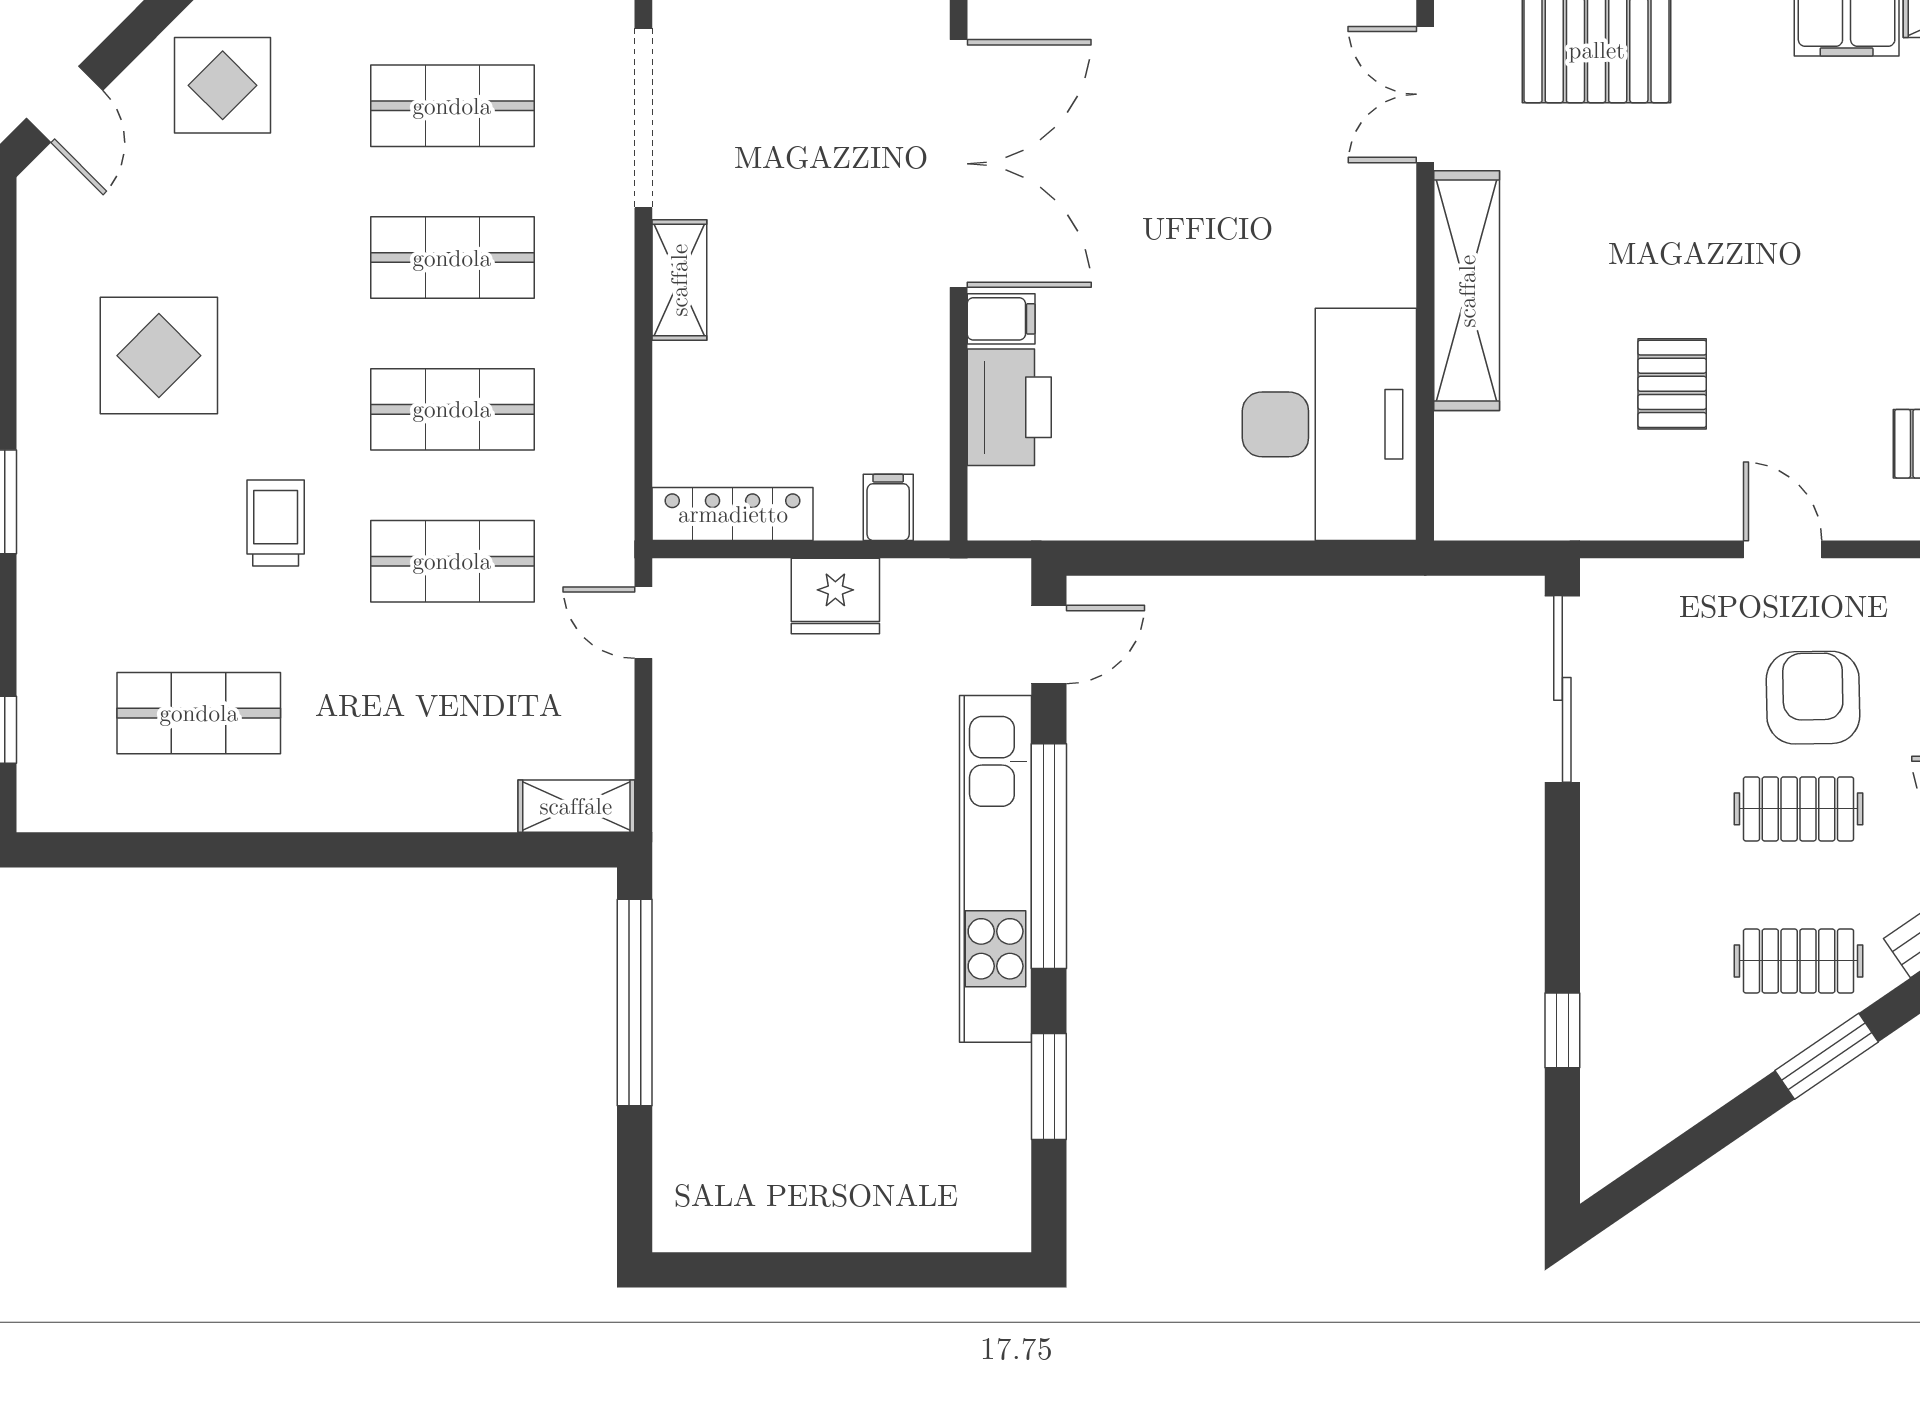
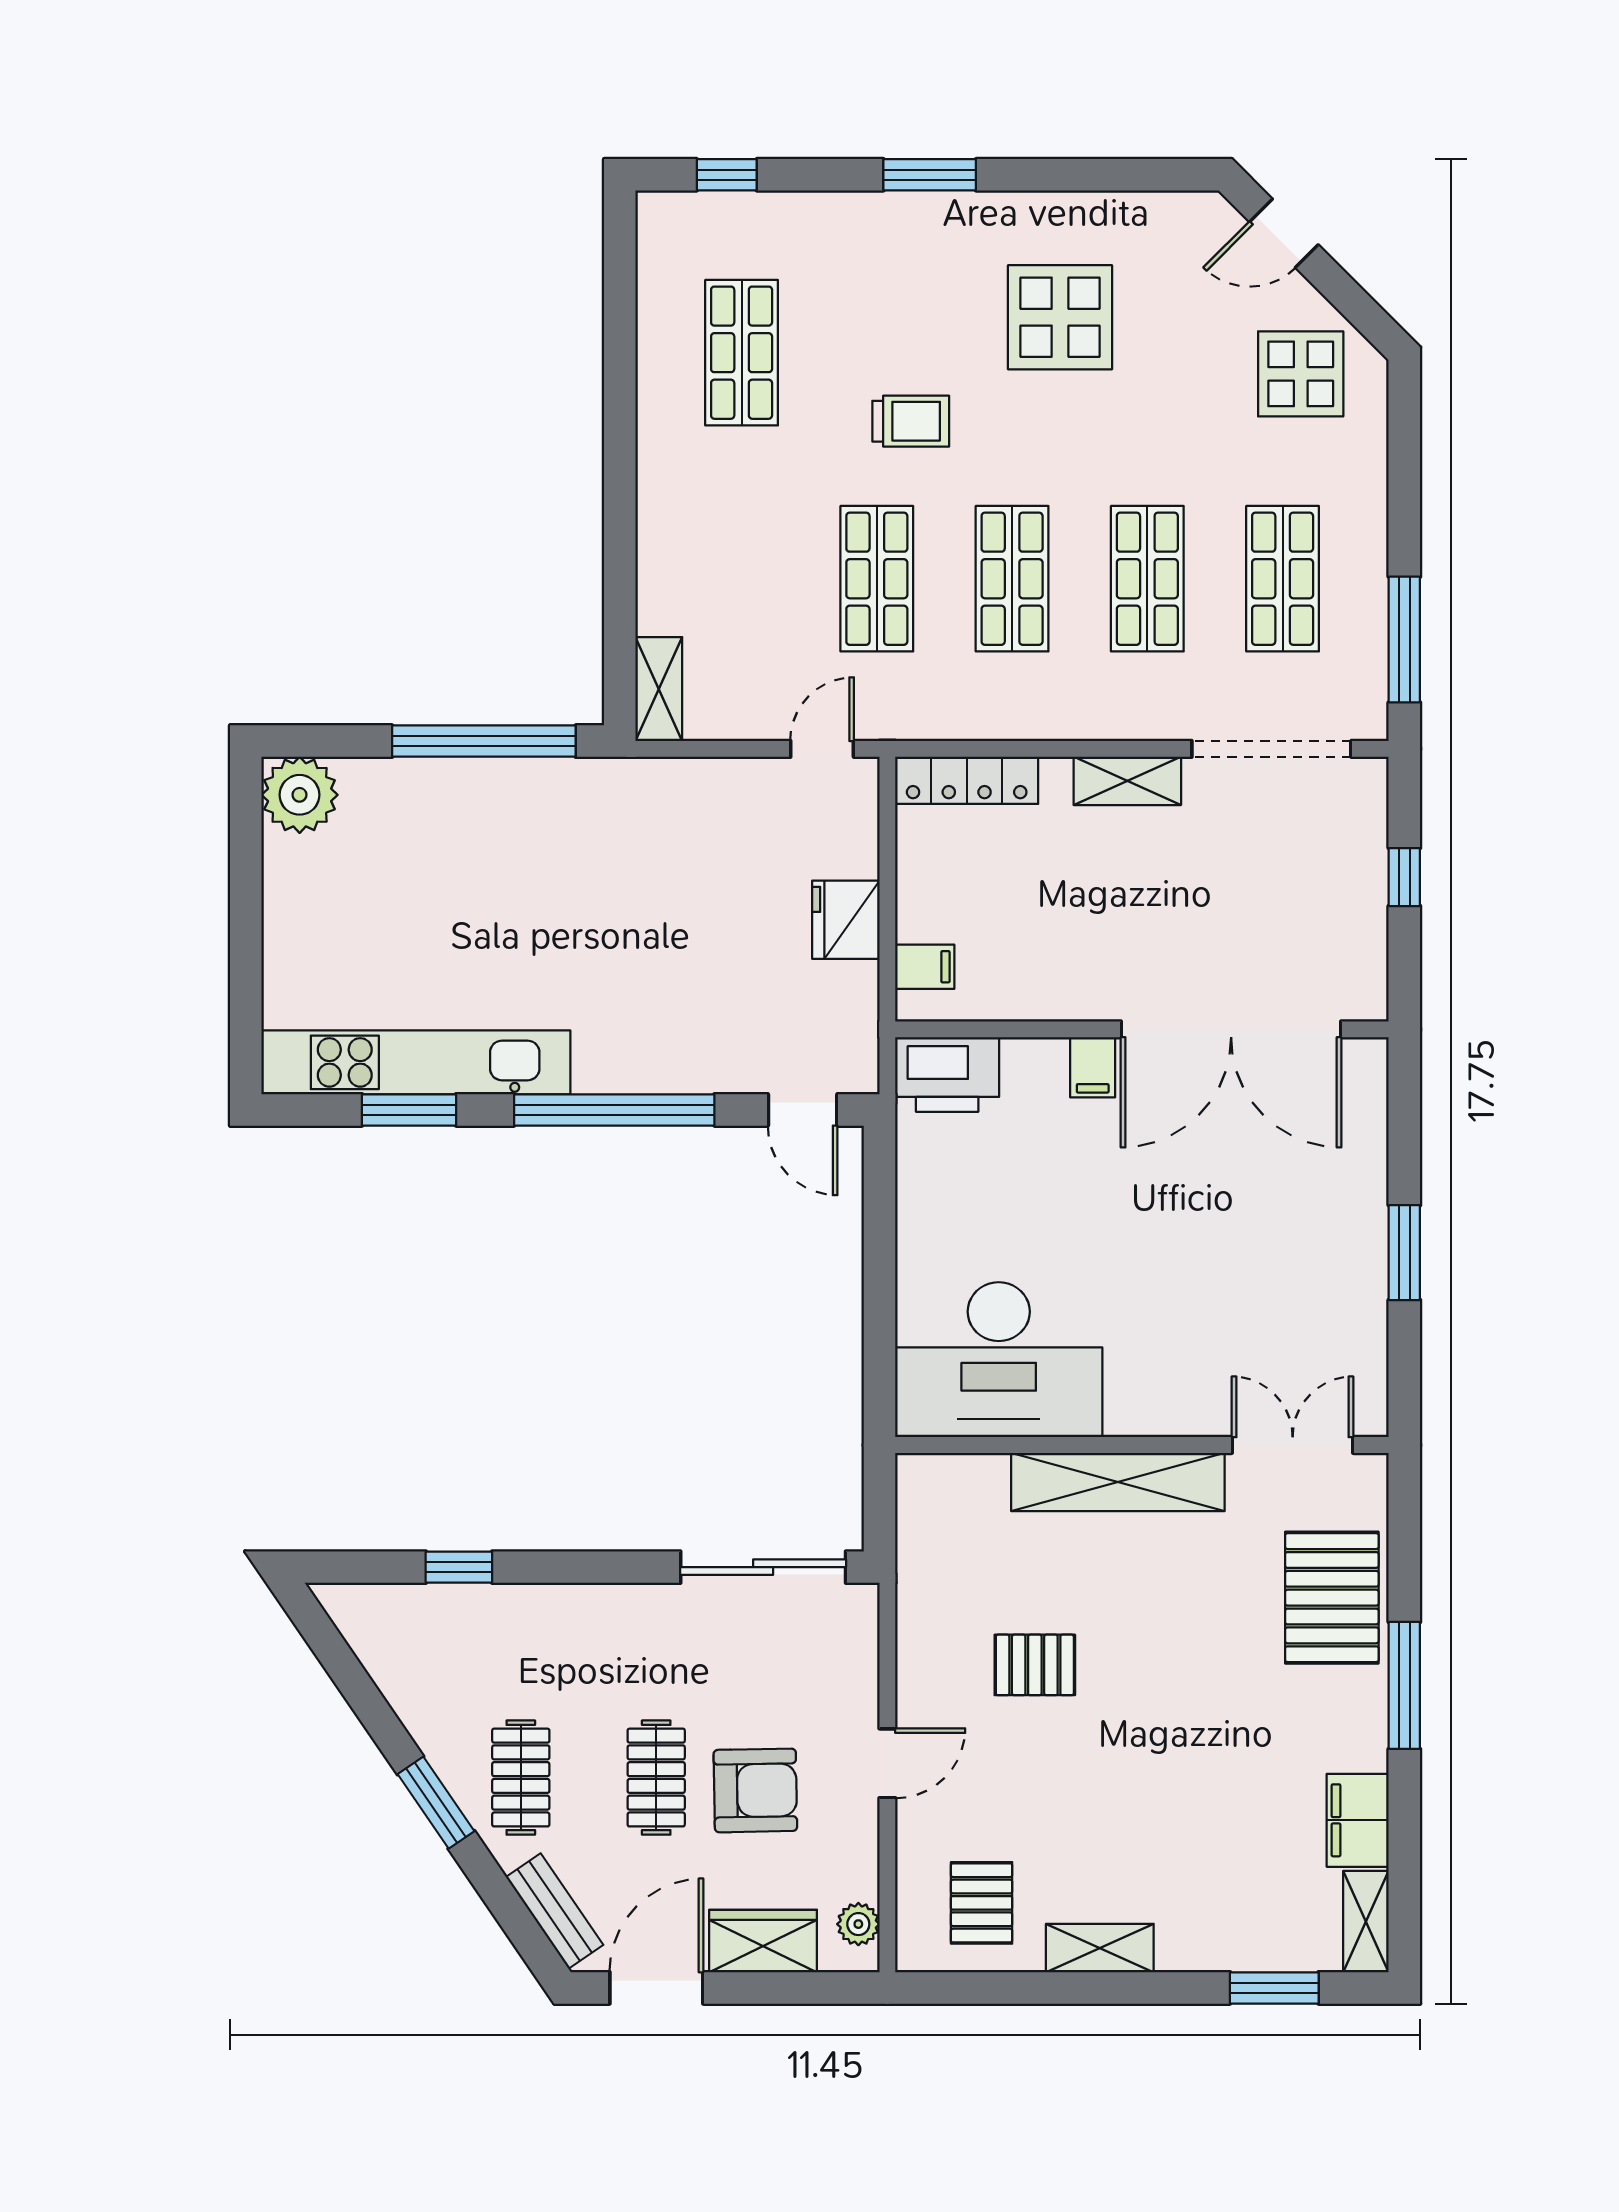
printer: (1009, 407) -> (947, 1075), moved
locker: (733, 514) -> (967, 780), moved, turned 90
kitchen unit: (996, 869) -> (416, 1062), moved
plant: (695, 1209) -> (300, 795), added

